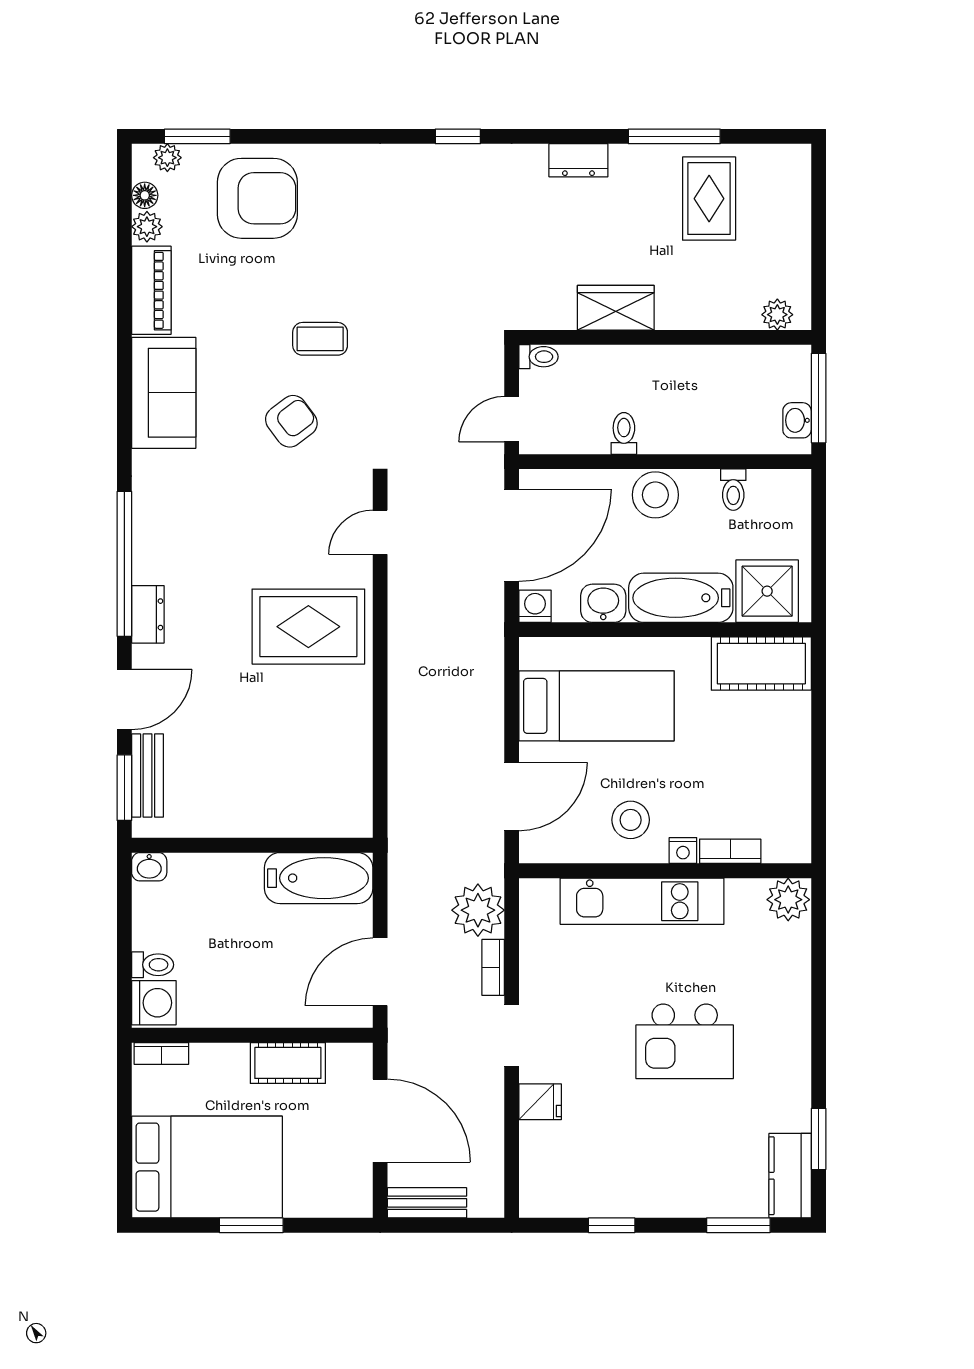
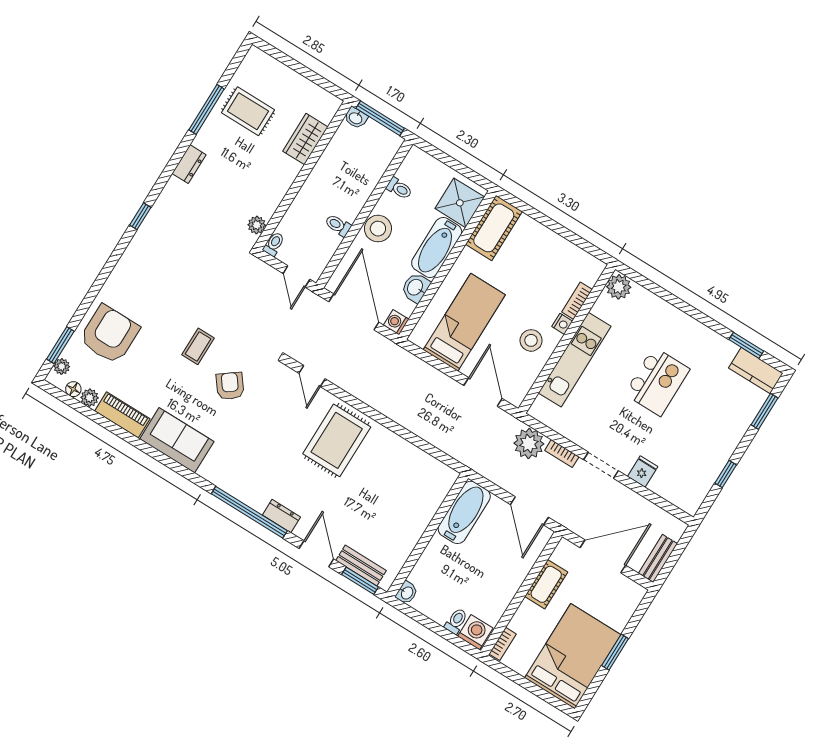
wardrobe: (616, 308) -> (305, 139), moved
plant: (777, 315) -> (257, 225), moved
washbasin: (797, 420) -> (356, 118), moved

